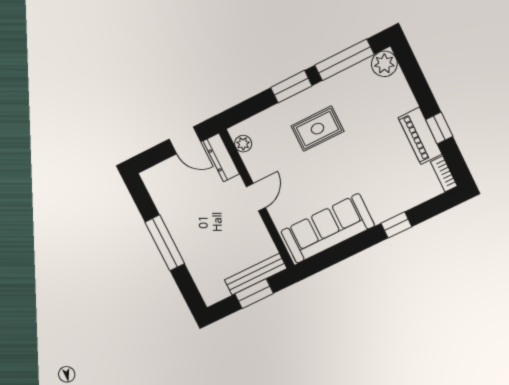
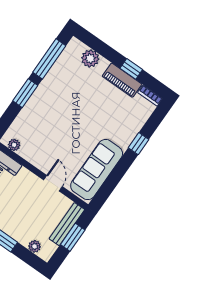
plant: (384, 64) -> (90, 59), moved
rug: (318, 129) -> (56, 110), removed
door: (256, 197) -> (53, 183), moved
plant: (202, 280) -> (35, 246), added

